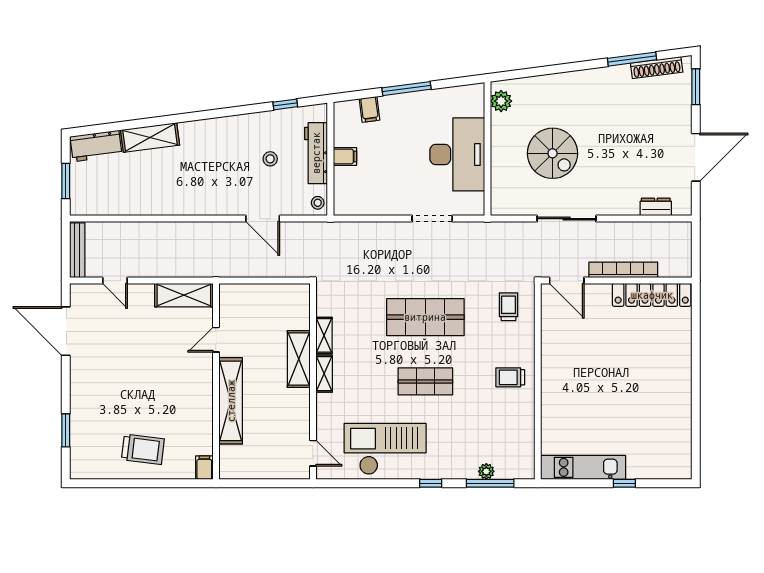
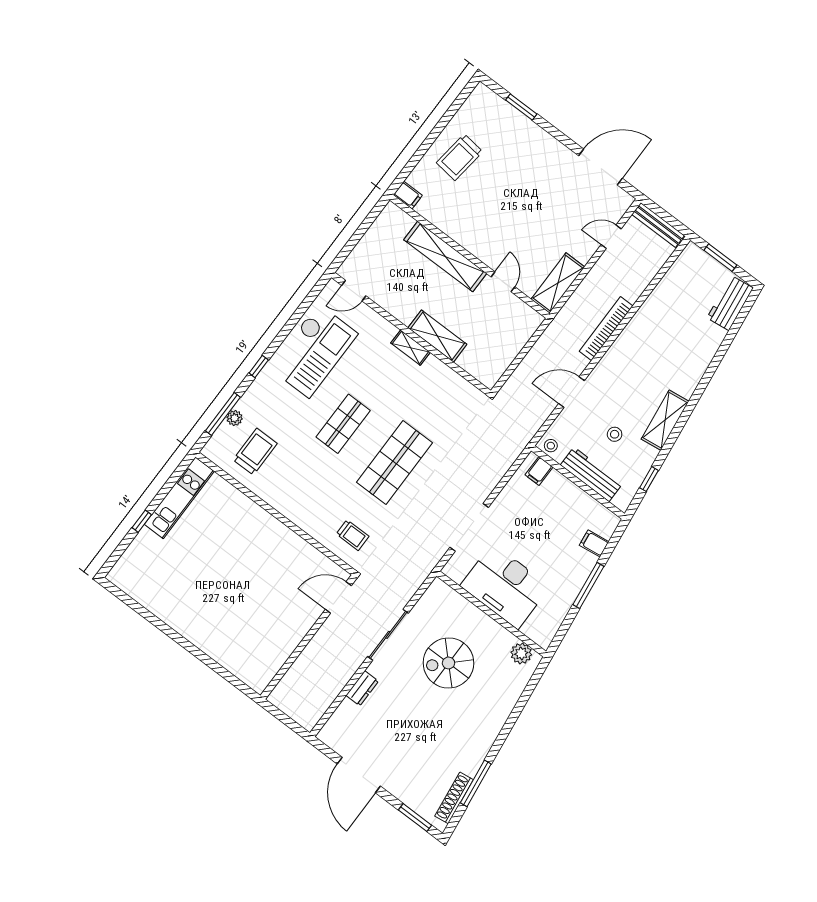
shelving: (150, 137) -> (665, 420), moved
filing cabinet: (345, 156) -> (539, 471), moved
dresser: (656, 207) -> (362, 688), moved
doorway: (432, 219) -> (469, 527), width x1.36
bookcase: (623, 270) -> (606, 329), moved, turned 180
locker: (652, 295) -> (276, 657), removed
shelving: (324, 335) -> (441, 371), removed
trolley: (510, 377) -> (255, 452), moved, width x1.36, depth x1.39

